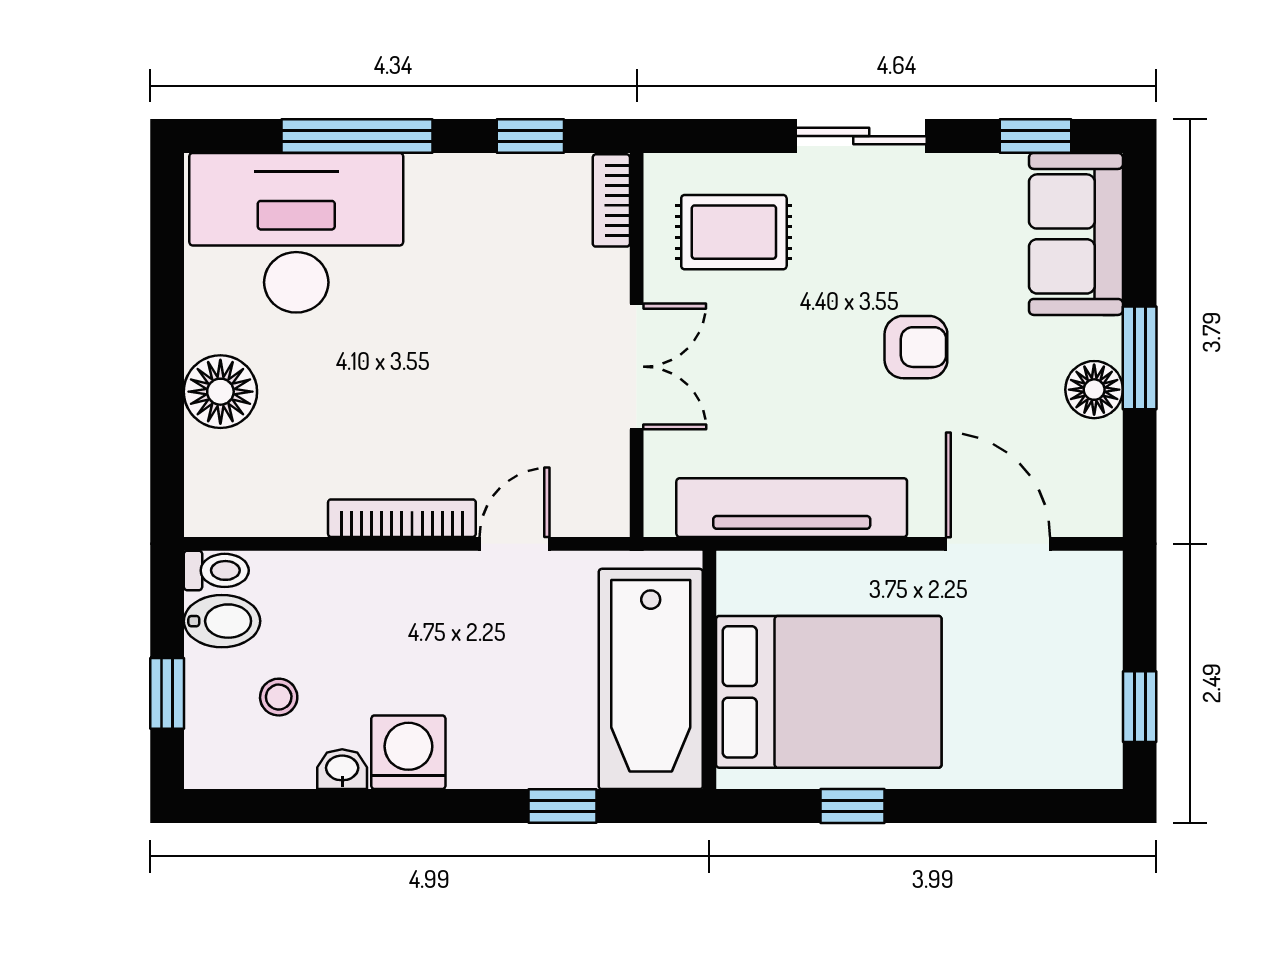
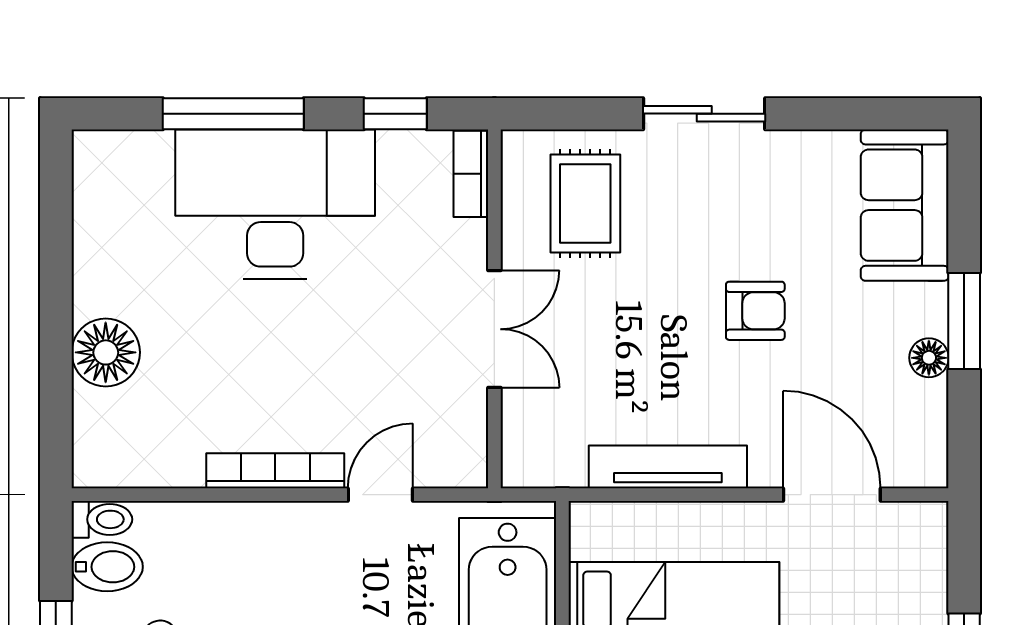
window: (1035, 136) -> (867, 114), removed
rug: (734, 232) -> (585, 203), turned 90
desk: (296, 233) -> (275, 204), moved
floor lamp: (1094, 390) -> (929, 358), width x0.73, depth x0.73
tv unit: (792, 508) -> (668, 467), width x0.73, depth x0.78

